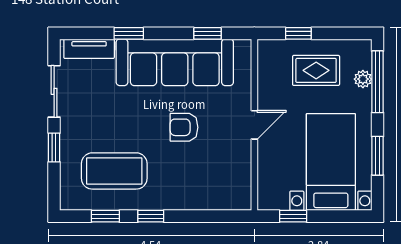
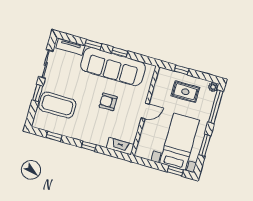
window: (208, 33) -> (120, 52), moved
plant: (363, 79) -> (213, 87), moved
coffee table: (114, 171) -> (57, 105), moved
fireplace: (228, 200) -> (120, 146), added
window: (151, 216) -> (89, 146), moved
window: (293, 216) -> (175, 171), moved

